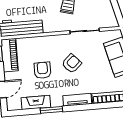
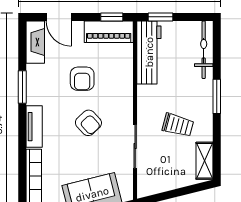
armchair: (43, 70) -> (82, 79), turned 90
fireplace: (36, 102) -> (35, 42), moved

